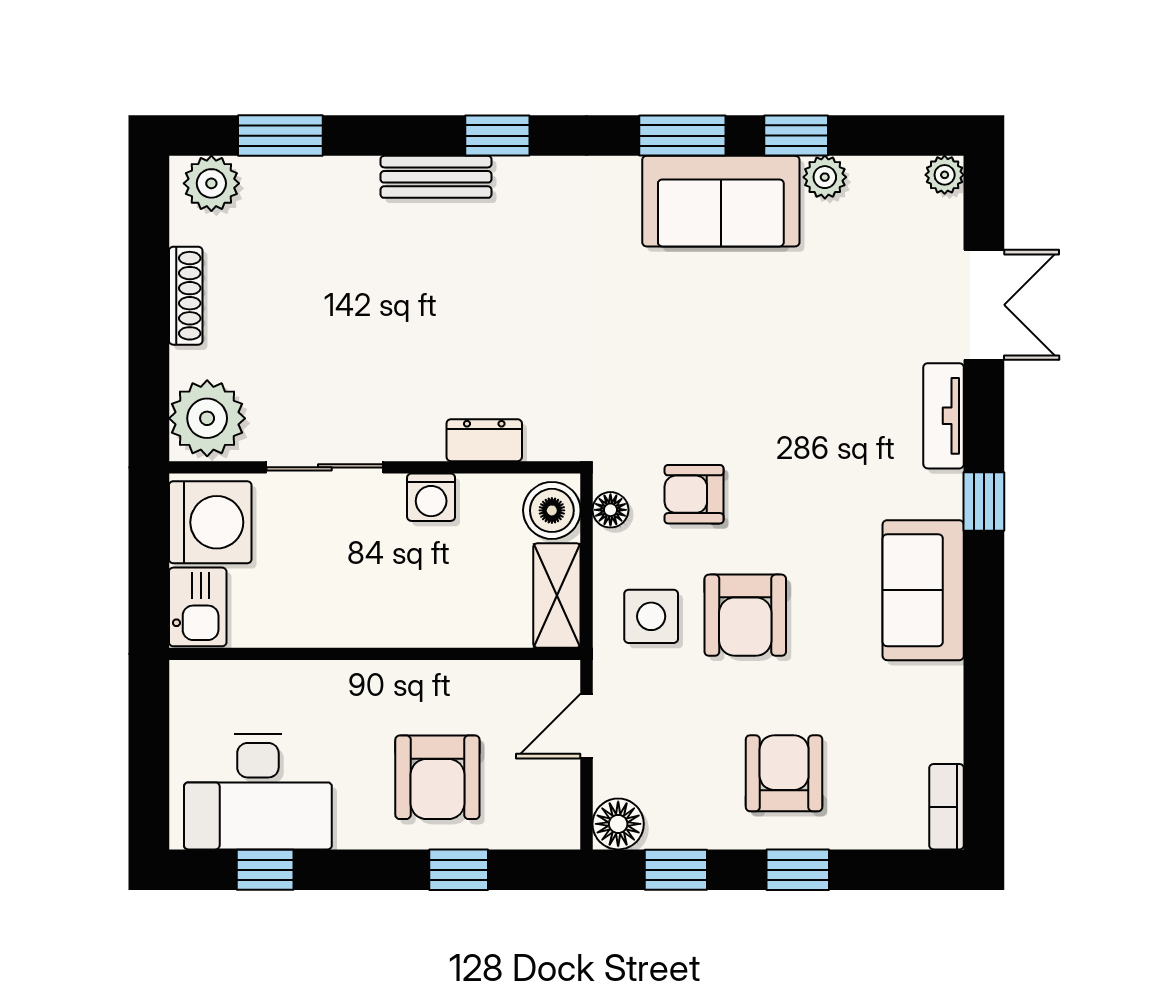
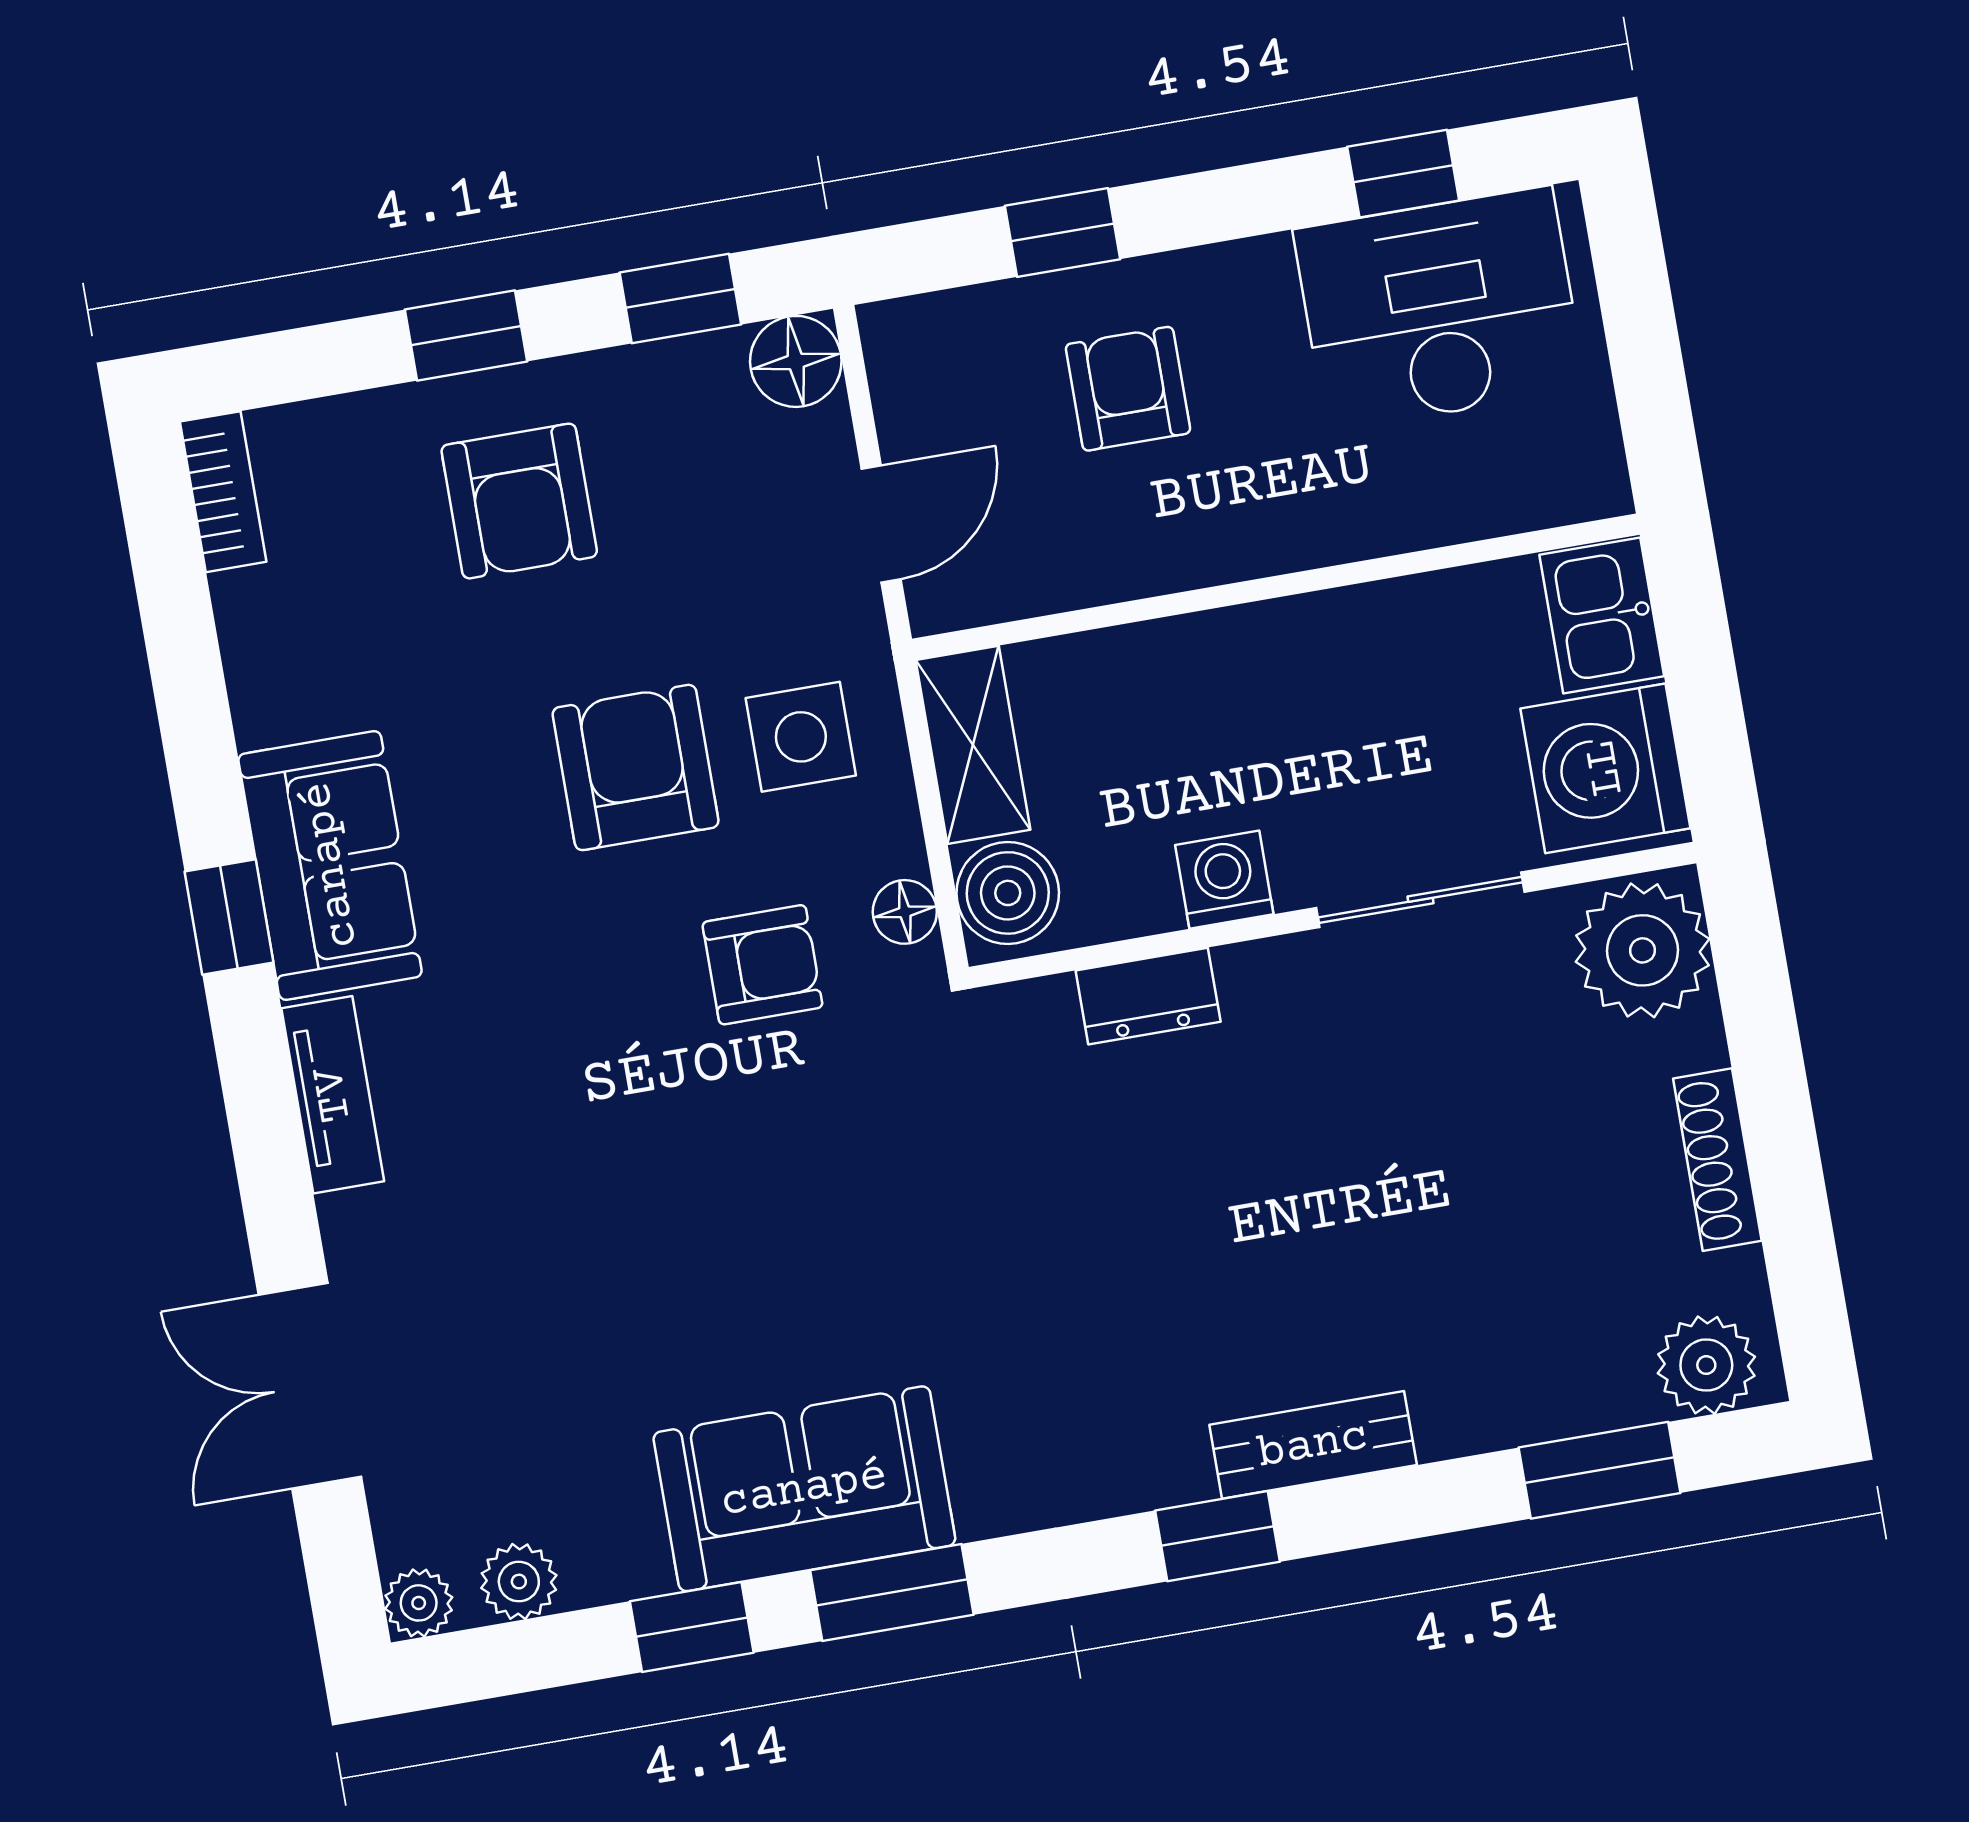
plant: (825, 177) -> (519, 1582), moved
tv unit: (944, 416) -> (333, 1095), moved
window: (984, 502) -> (229, 917), moved
armchair: (437, 777) -> (1128, 389), width x0.72, depth x0.72

